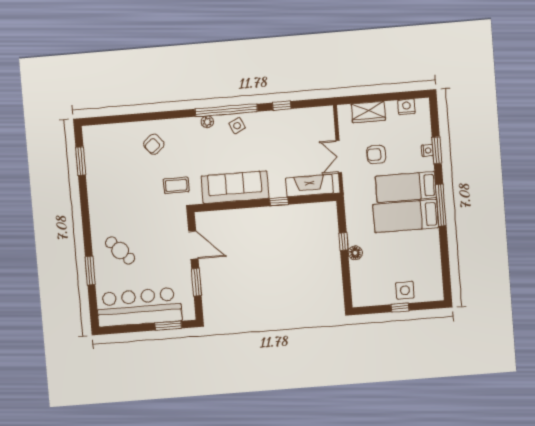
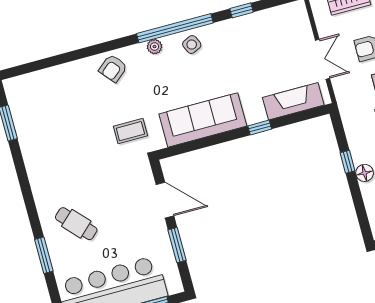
armchair: (154, 144) -> (113, 68), moved
double door: (339, 157) -> (322, 59), swing flipped

